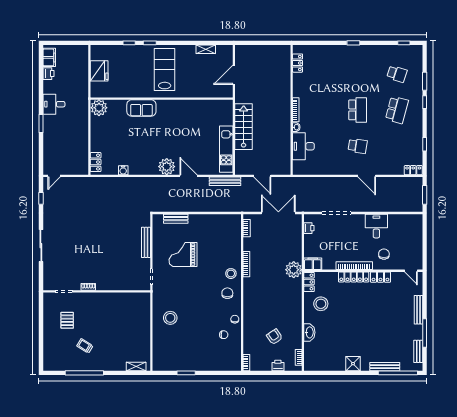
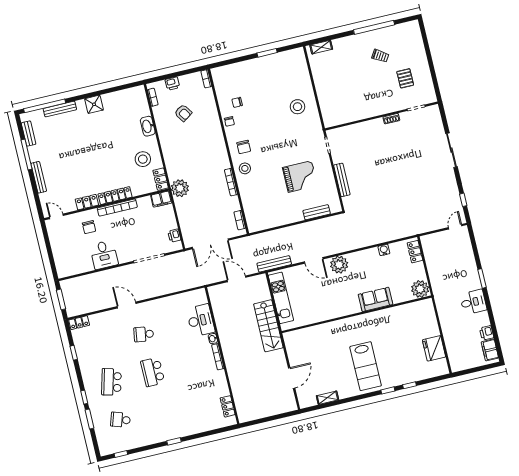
wall: (162, 99) -> (357, 314), moved
plant: (99, 108) -> (420, 289), moved
sofa: (141, 108) -> (375, 299), moved

